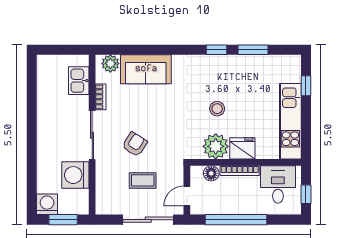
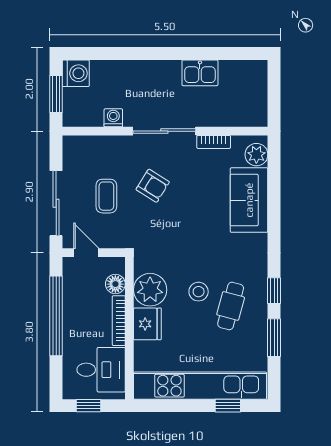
kitchen sink: (79, 81) -> (200, 73), moved, turned 180
cafe table: (228, 84) -> (231, 306), added
kitchen unit: (290, 121) -> (200, 386), width x1.36
washing machine: (75, 175) -> (113, 118), width x0.53, depth x0.53

